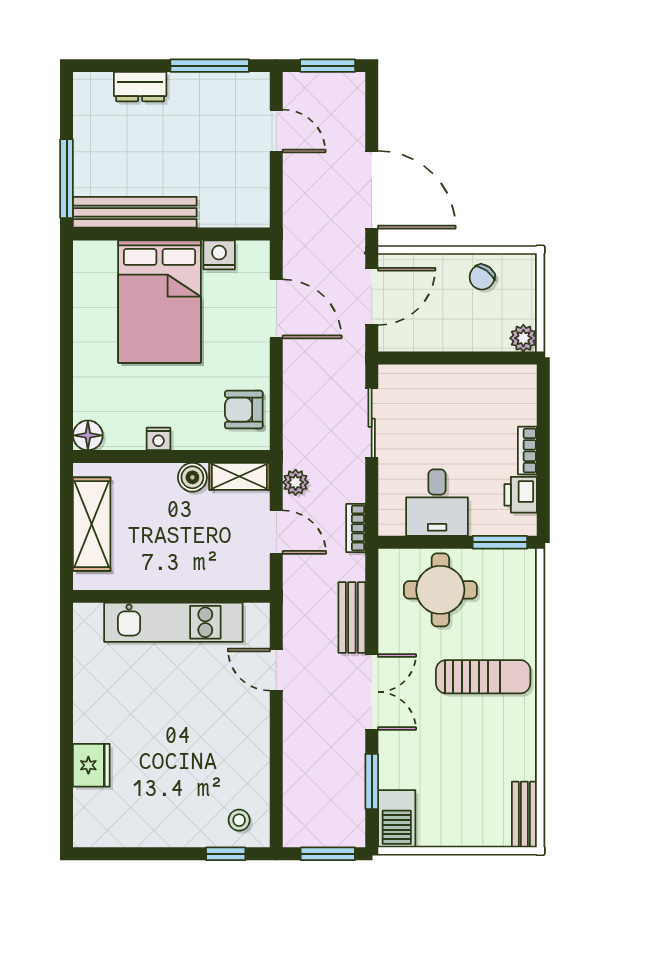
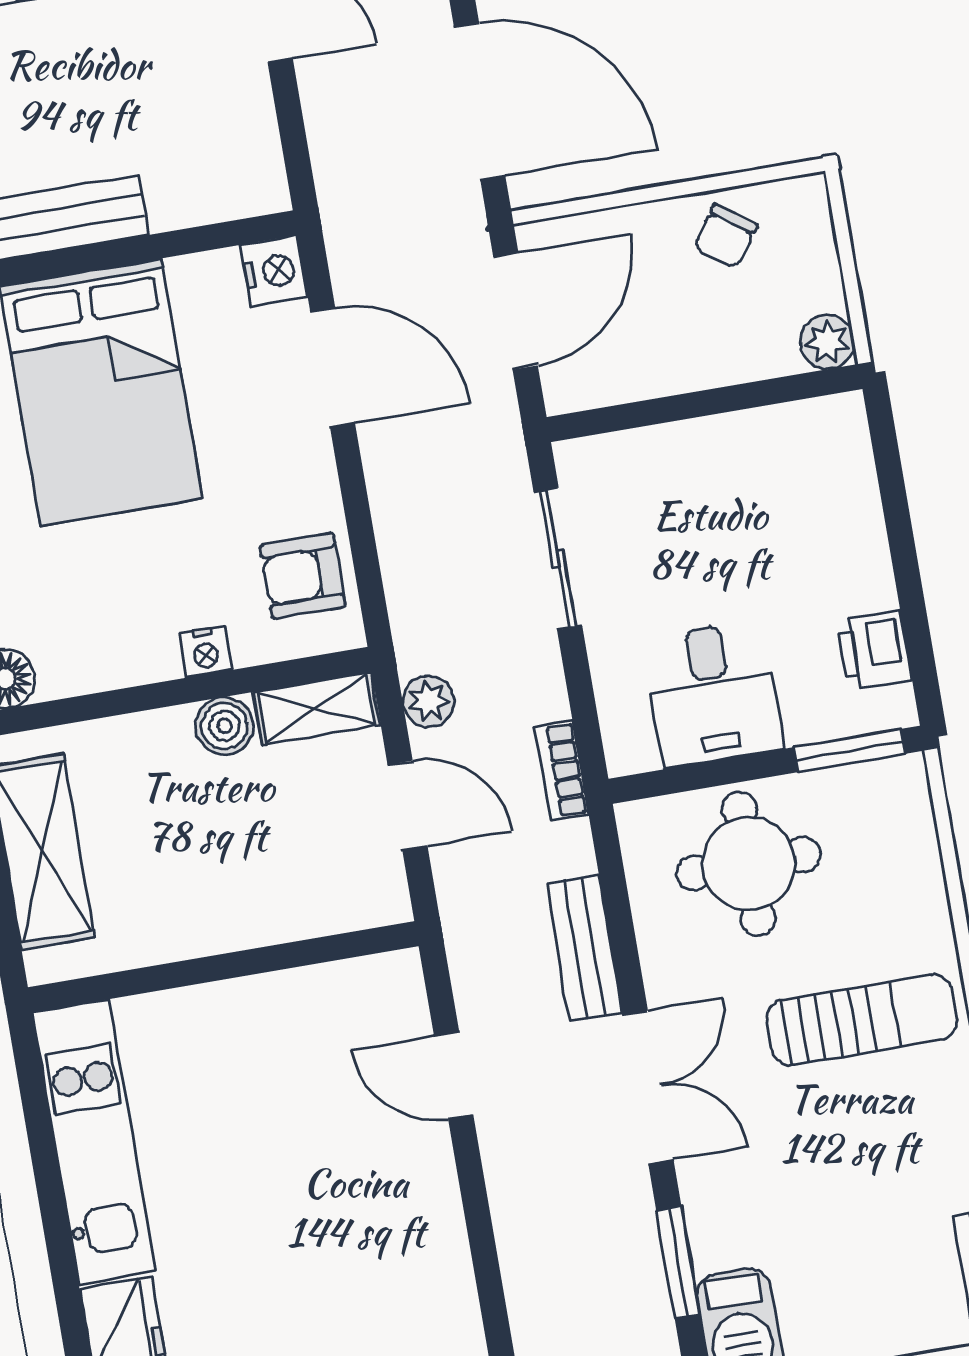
nightstand: (219, 255) -> (274, 271), moved, turned 90
nightstand: (158, 439) -> (206, 652), moved
bookcase: (527, 451) -> (873, 561), removed
kitchen unit: (173, 622) -> (94, 1142), moved, turned -90

